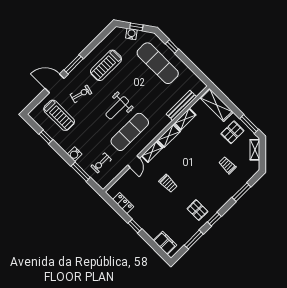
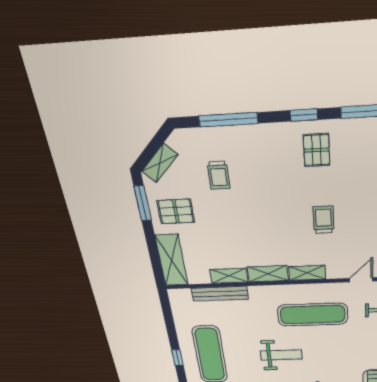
weight bench: (117, 108) -> (281, 355), moved
door: (134, 162) -> (361, 280), moved
window: (241, 192) -> (228, 120), width x1.44

